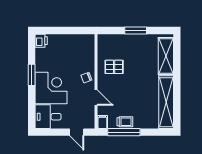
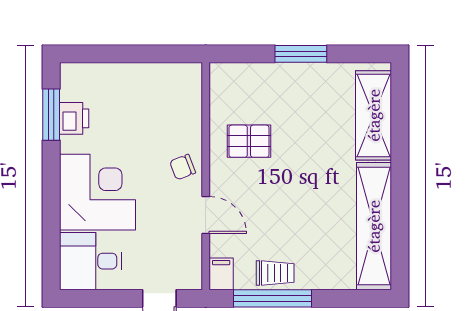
printer: (41, 41) -> (74, 118), moved
window: (32, 75) -> (51, 115), moved

